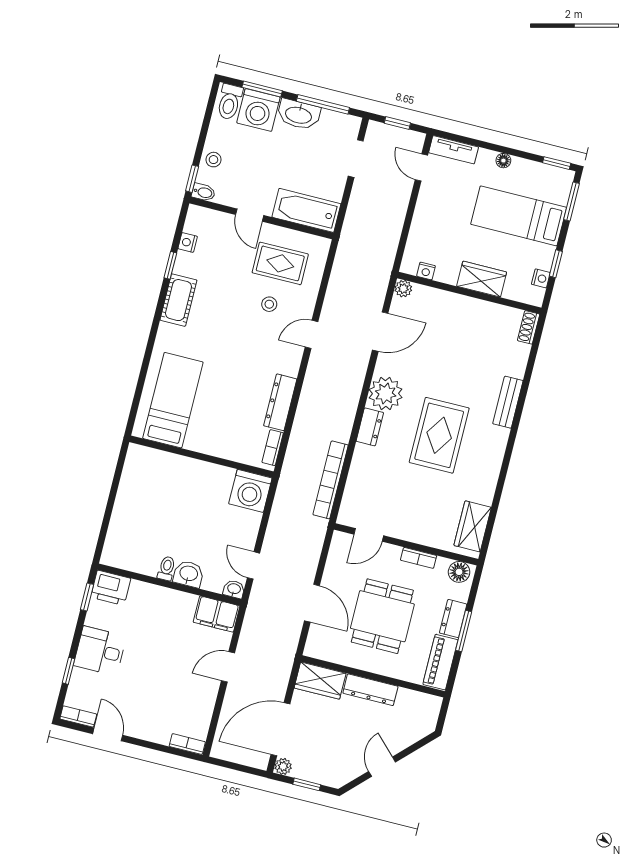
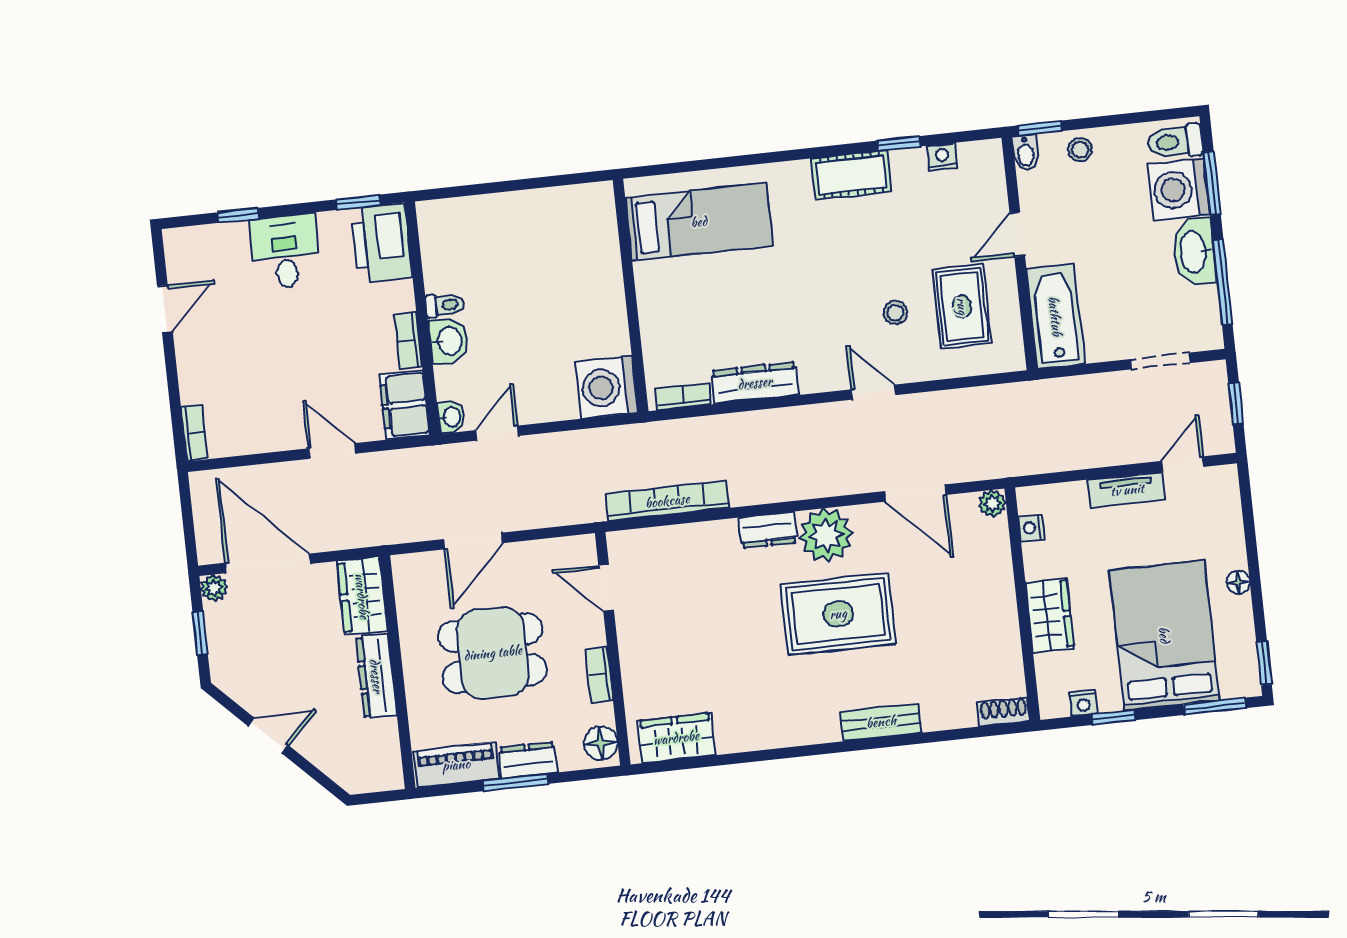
tv unit: (454, 150) -> (1127, 490), moved, turned -90
bed: (519, 216) -> (1164, 635), width x1.50
rug: (439, 435) -> (838, 614), moved
printer: (111, 588) -> (382, 243), width x1.37, depth x1.19
bookcase: (78, 717) -> (408, 341), moved, turned 180

